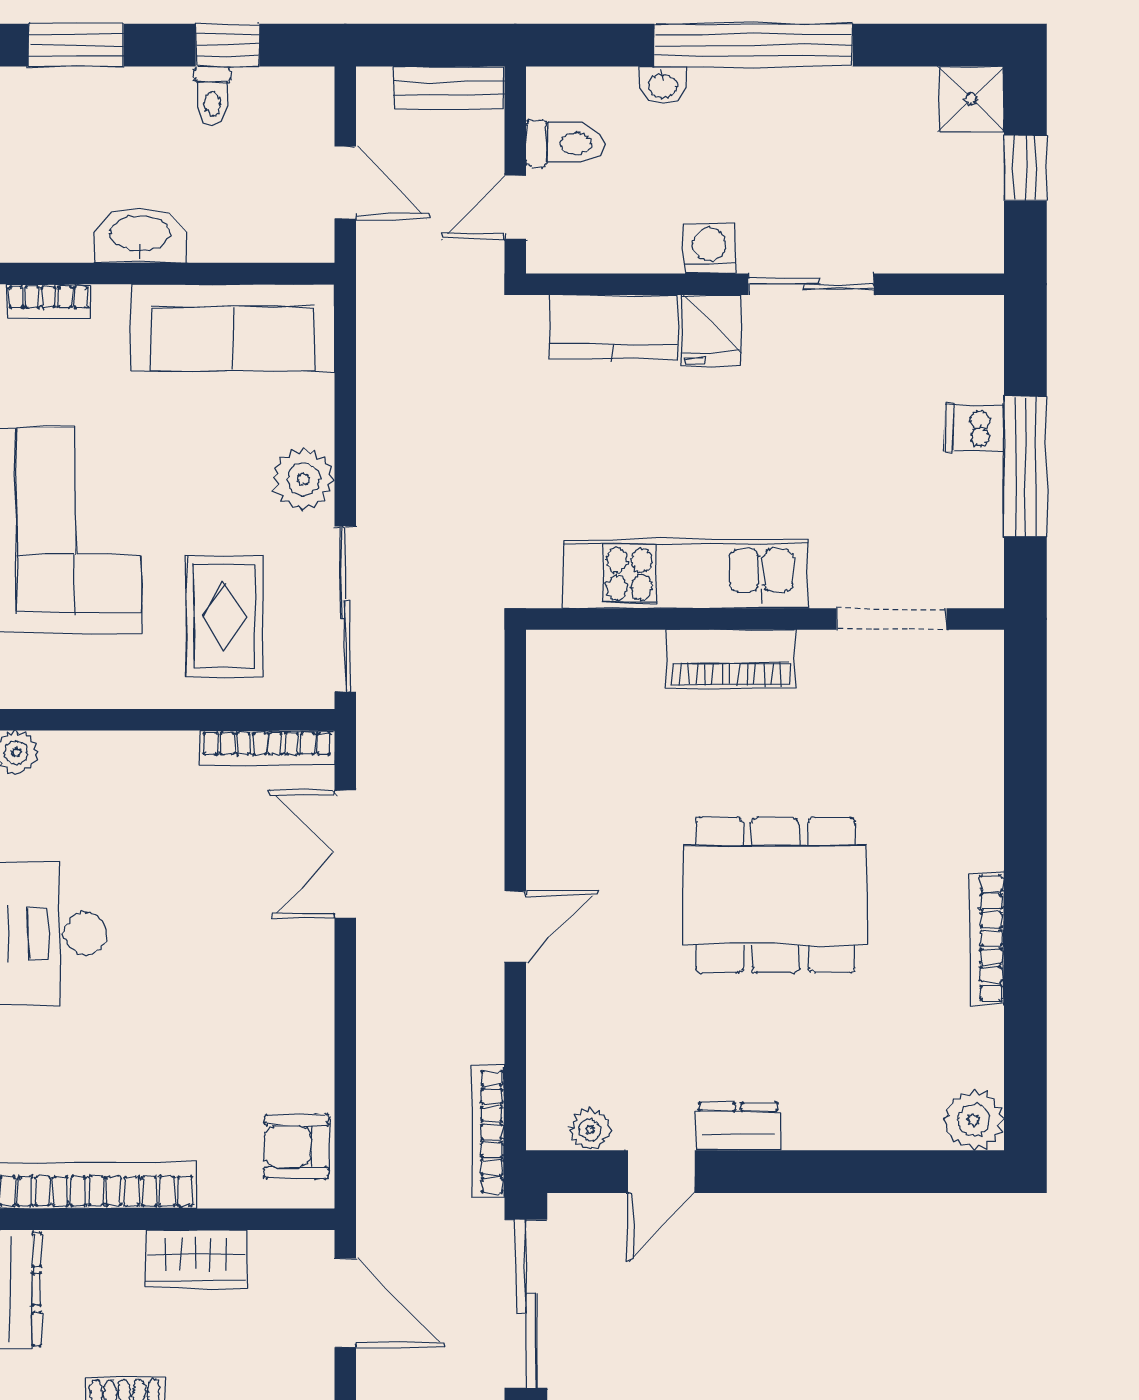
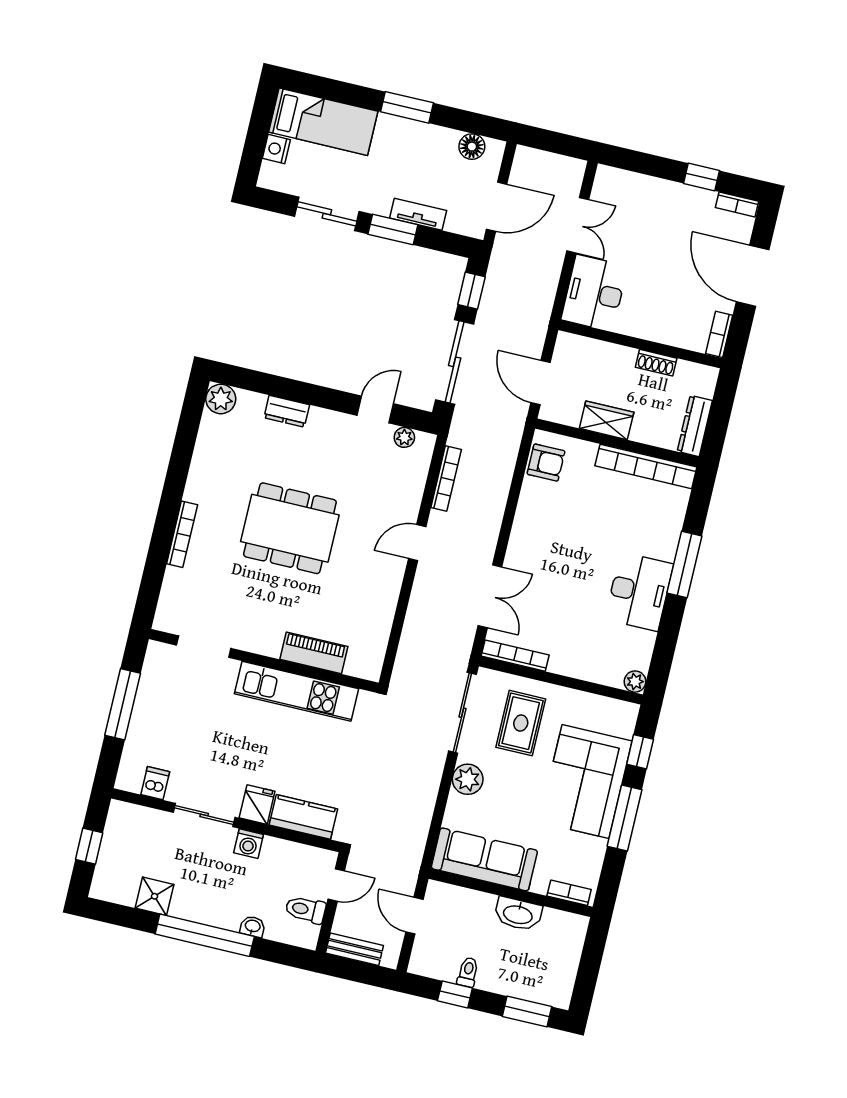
shower: (971, 99) -> (155, 896), moved
dishwasher: (974, 428) -> (155, 783), moved, turned -90
piano: (730, 658) -> (314, 653), moved
bookcase: (987, 938) -> (182, 534), moved
dresser: (738, 1126) -> (287, 411), moved
bookcase: (488, 1132) -> (446, 479), moved

